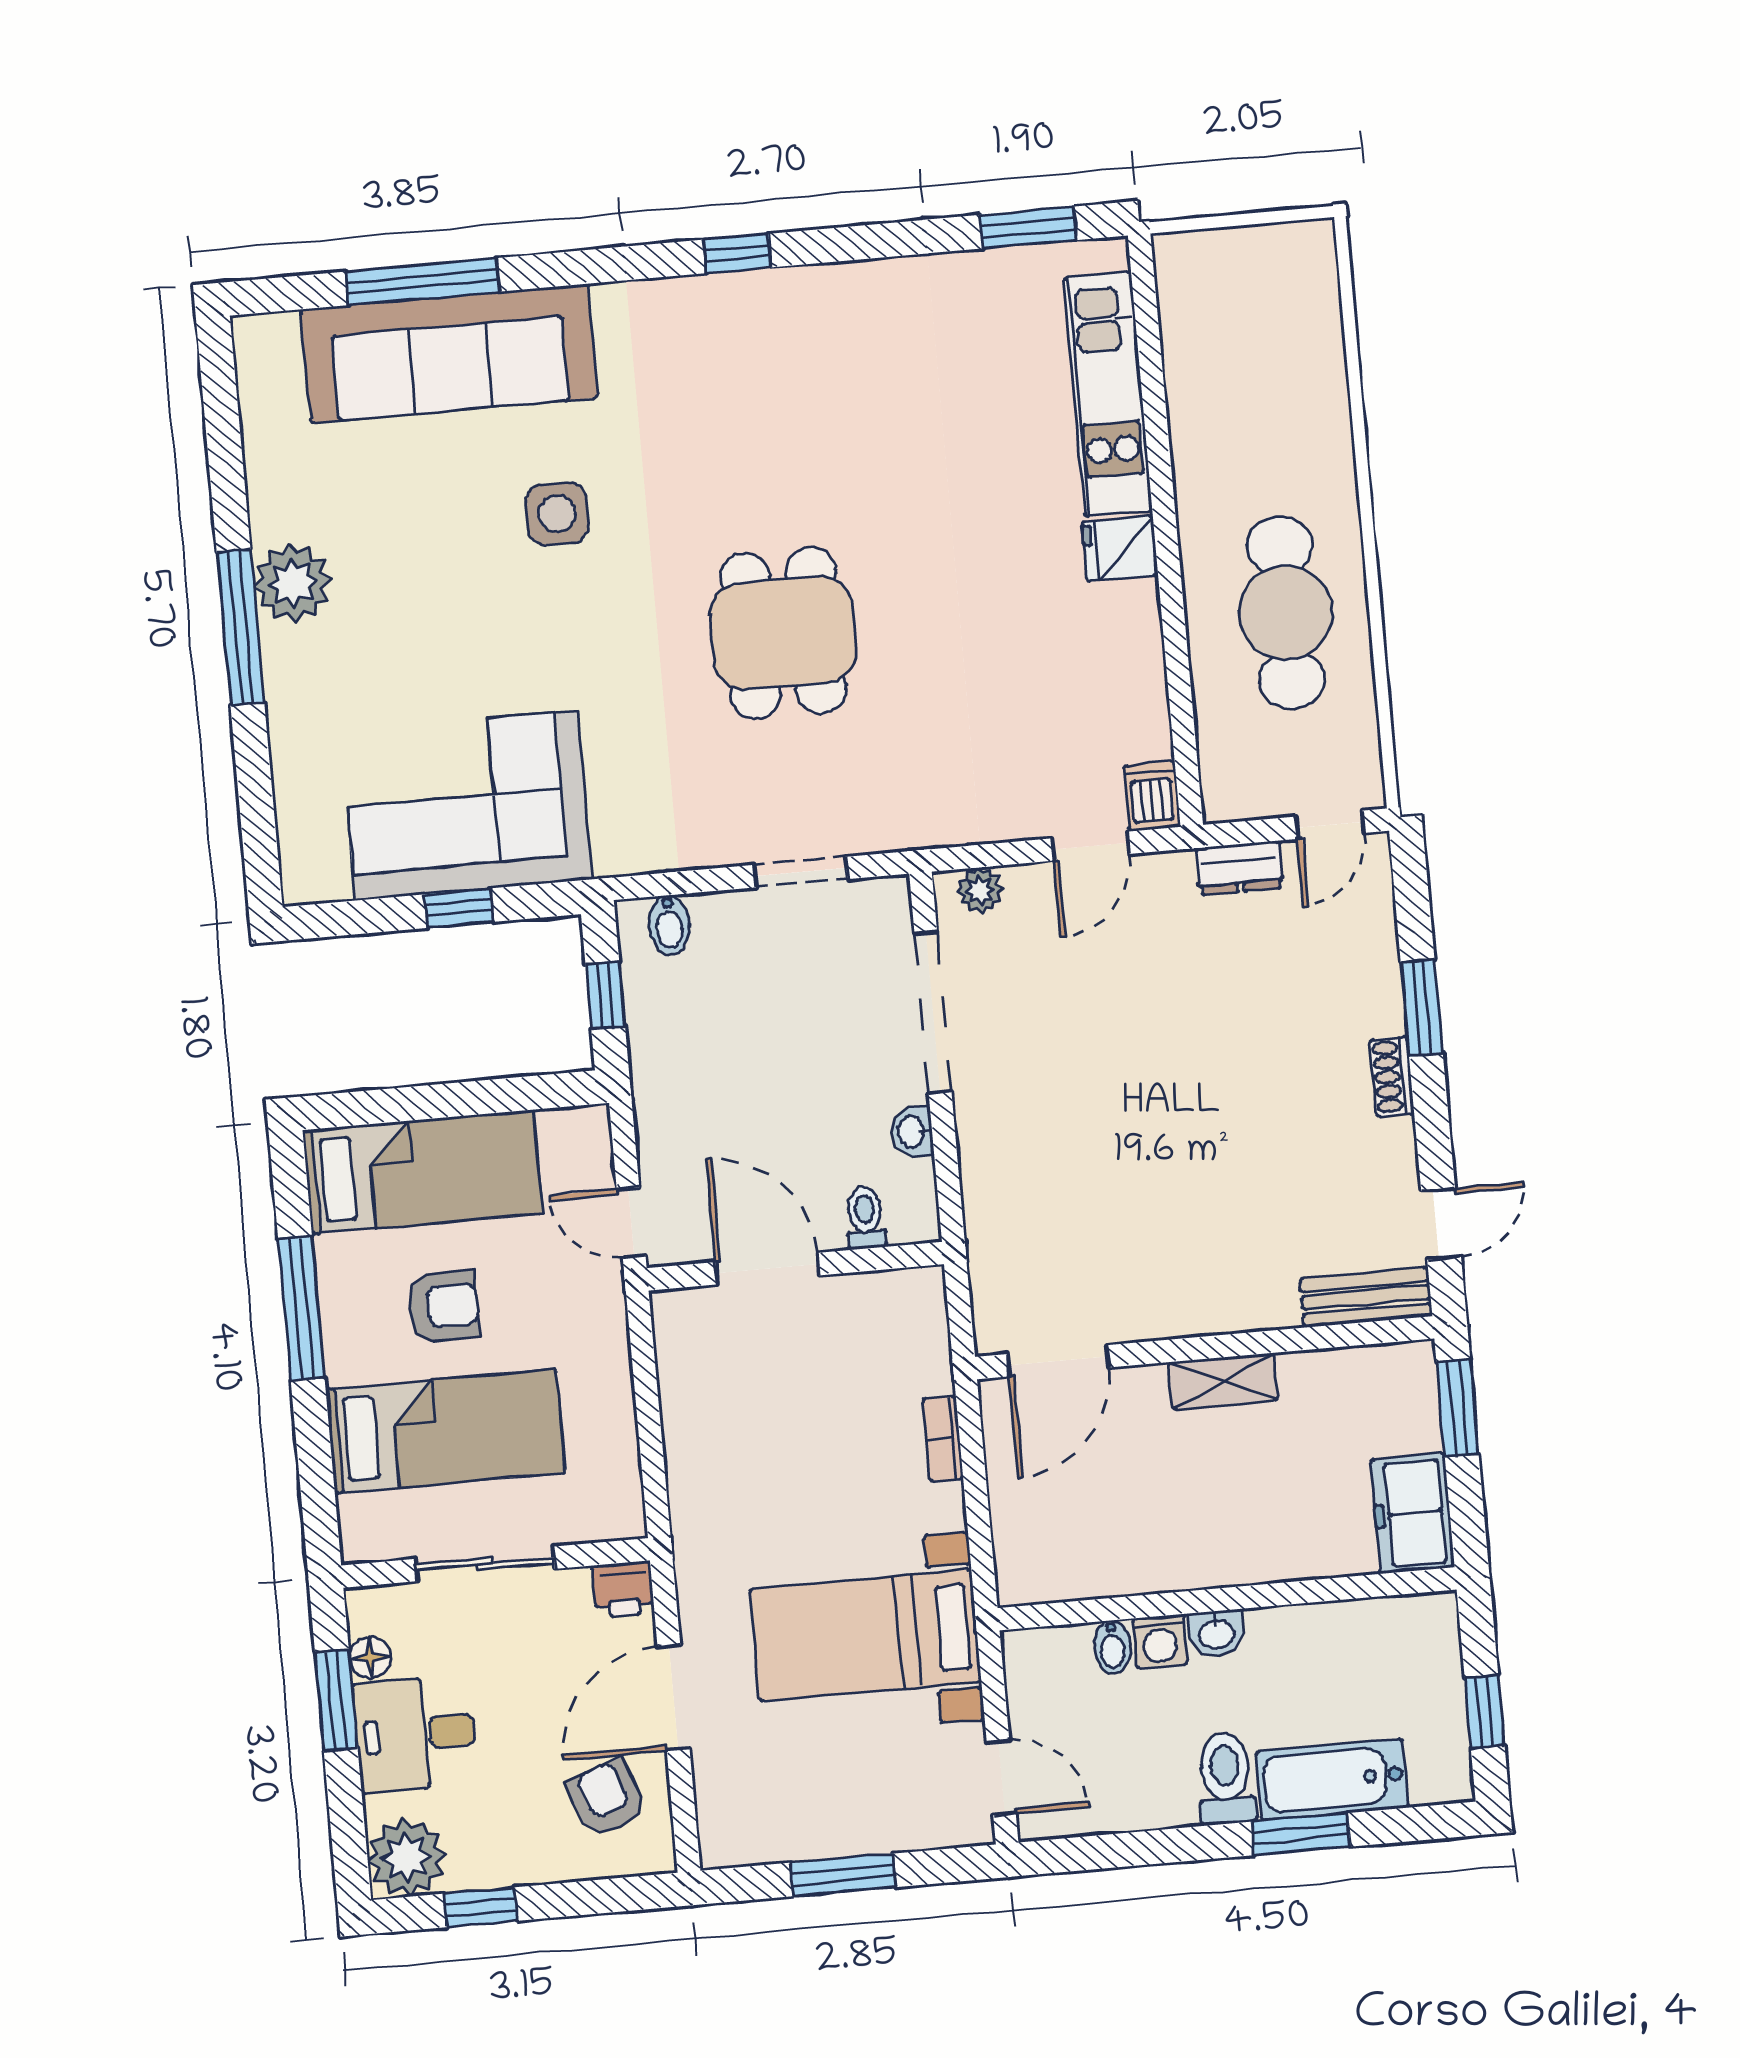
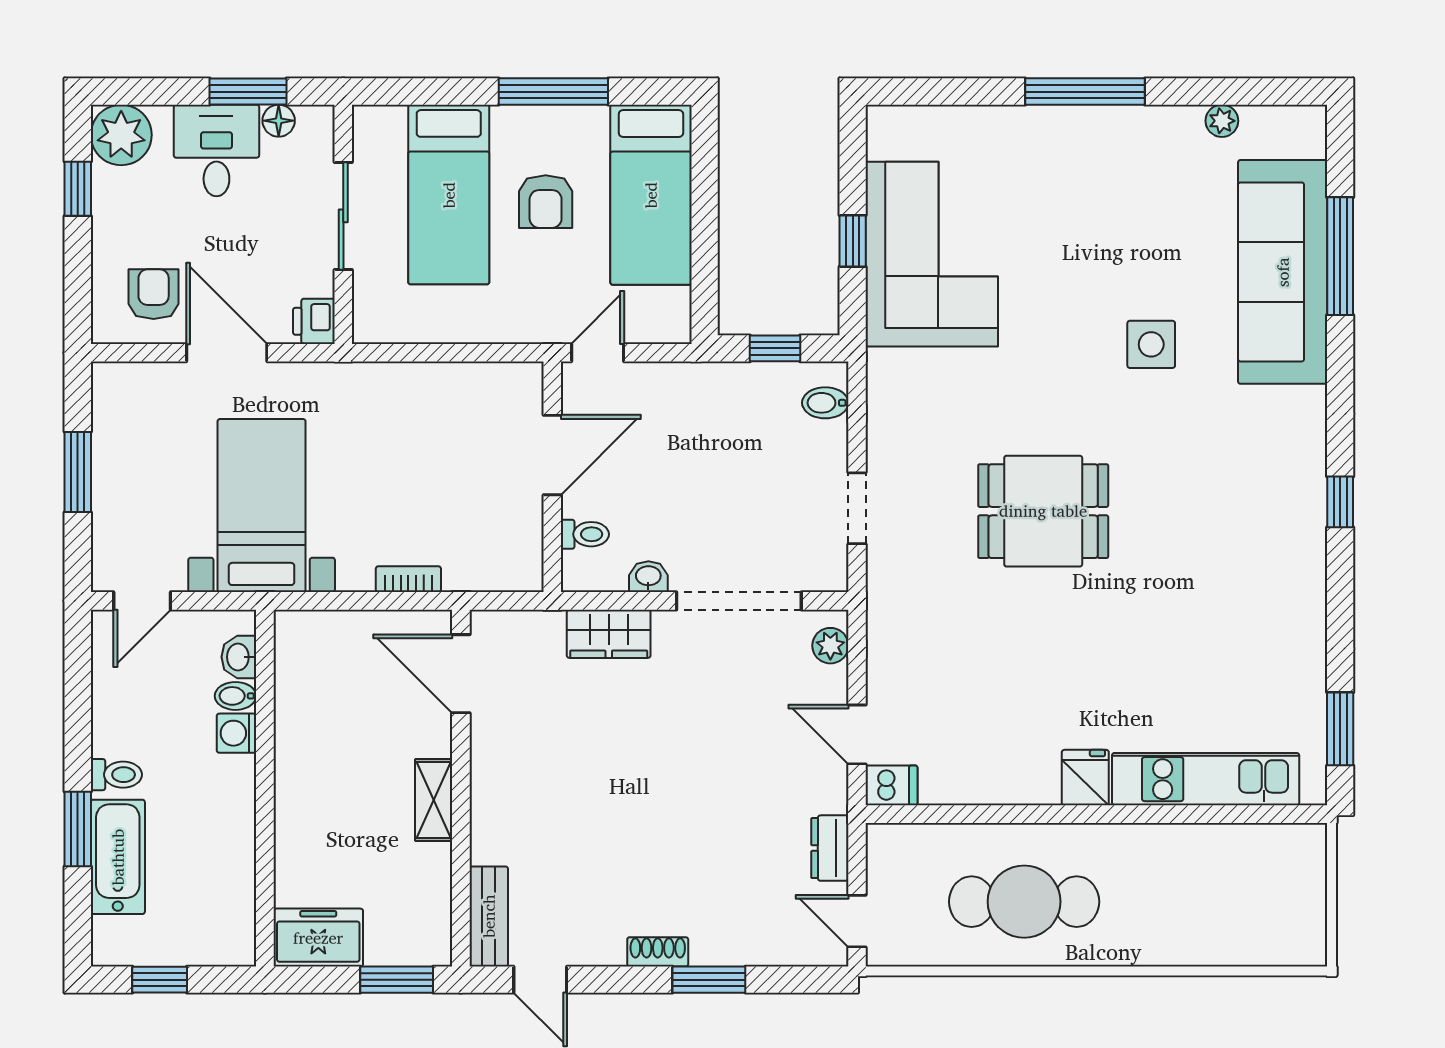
plant: (293, 583) -> (1222, 121), moved, width x0.53, depth x0.53
wardrobe: (990, 1176) -> (609, 634), added
washbasin: (1217, 1633) -> (239, 657), moved
toilet: (1226, 1778) -> (116, 775), width x0.73, depth x0.72
armchair: (607, 1798) -> (154, 294), turned -70

